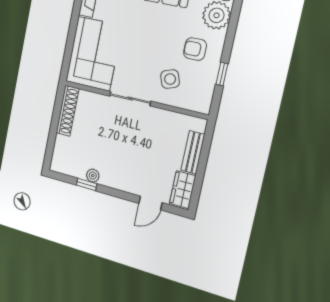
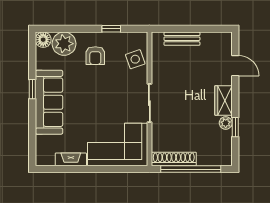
side table: (170, 79) -> (135, 59), moved
window: (54, 126) -> (191, 169), added
wardrobe: (183, 190) -> (223, 100), moved, turned 90

